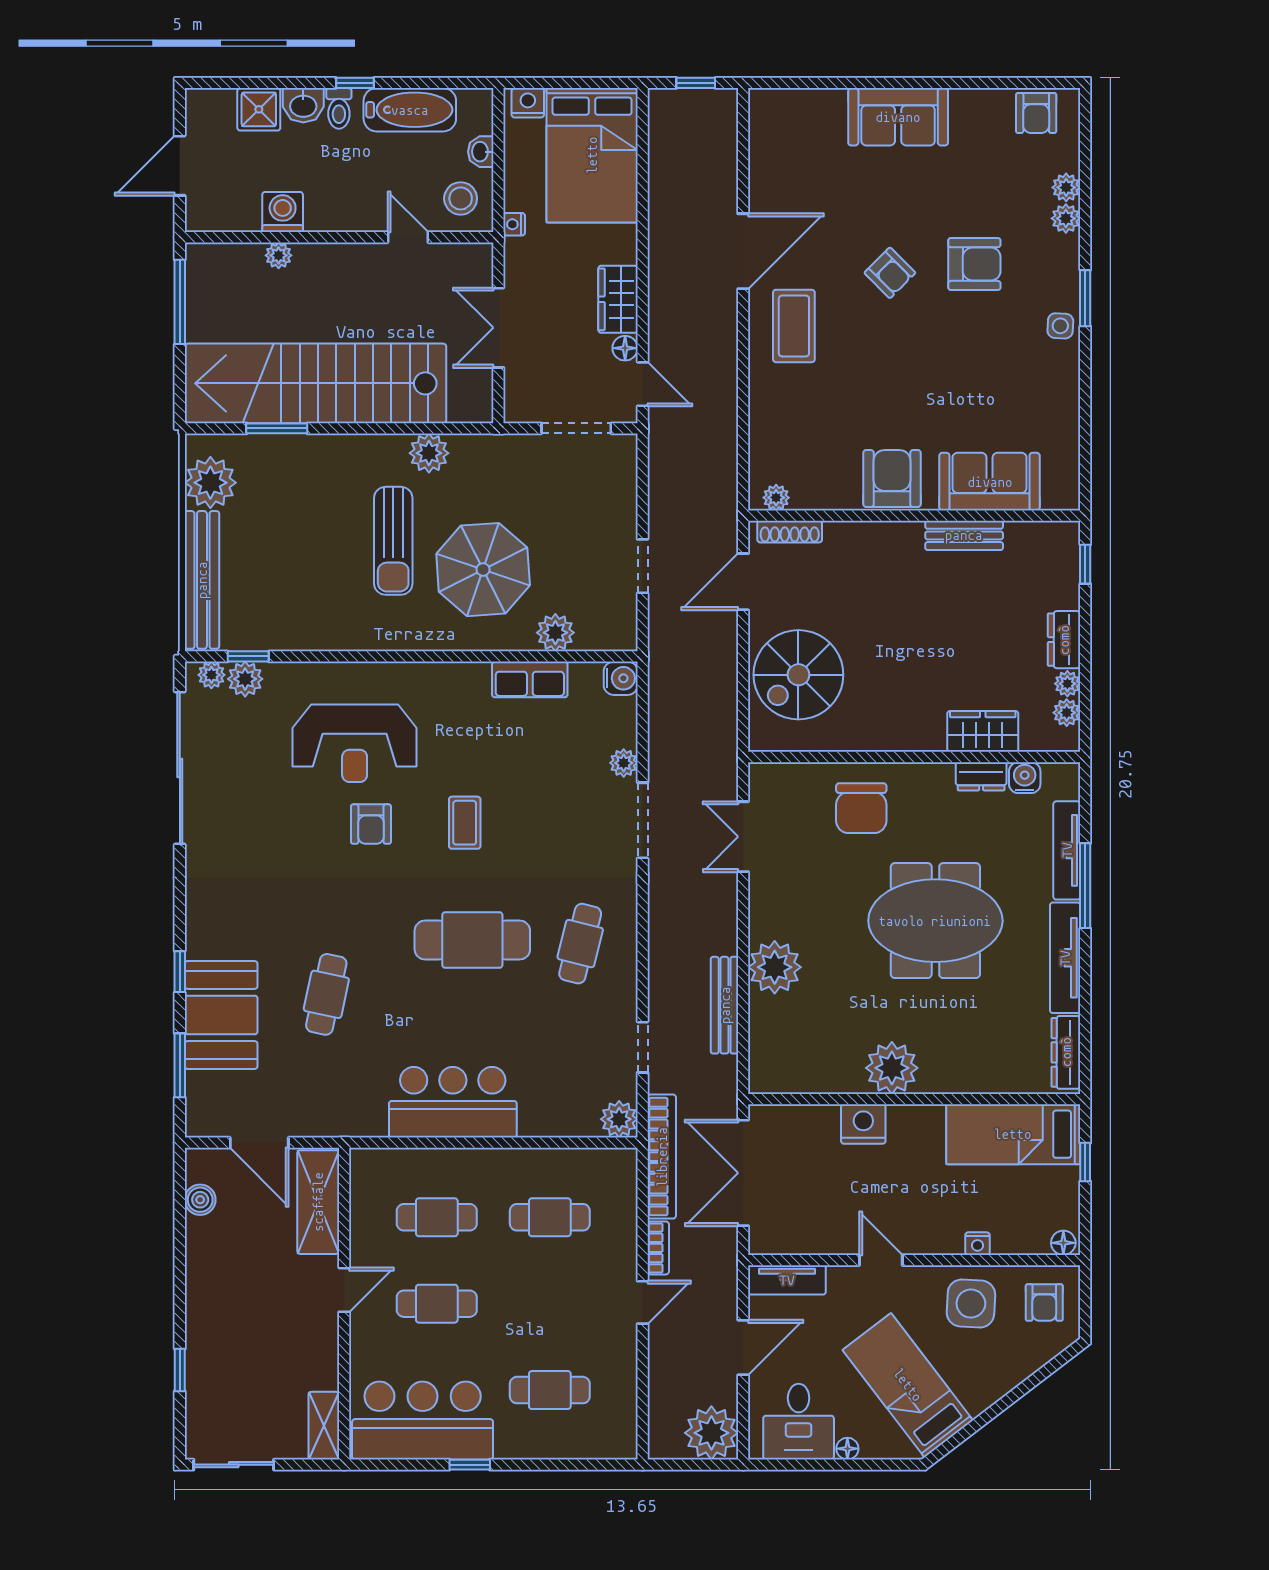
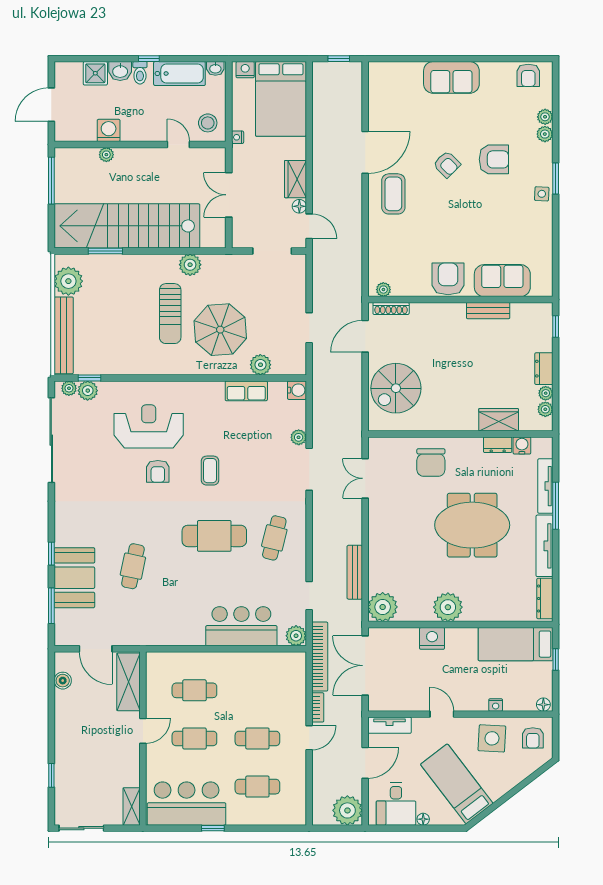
washbasin: (481, 152) -> (215, 68), moved, turned -90
reception desk: (355, 743) -> (149, 426), turned 180
plant: (775, 967) -> (383, 607), moved
bar counter: (453, 1102) -> (241, 626), moved
cafe table: (550, 1217) -> (257, 738), moved

